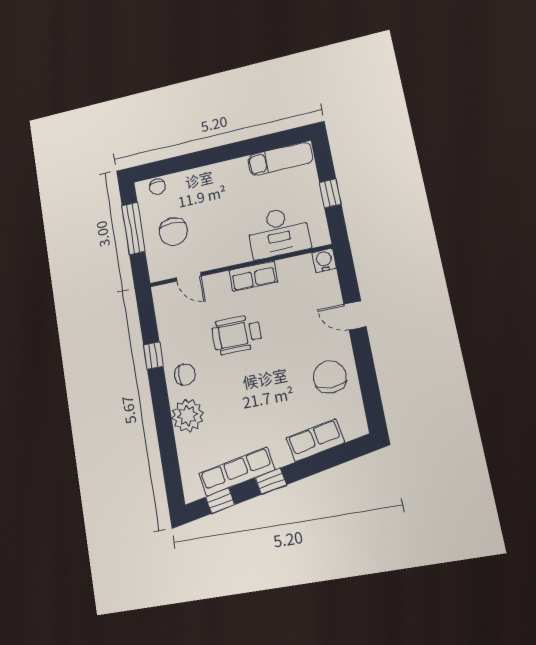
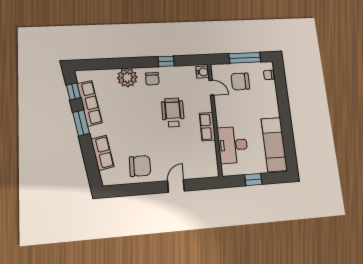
exam couch: (280, 159) -> (274, 144), width x1.36, depth x1.45
water cooler: (324, 260) -> (202, 72), moved
door: (189, 277) -> (211, 88), swing flipped
window: (271, 481) -> (81, 123), width x1.50

